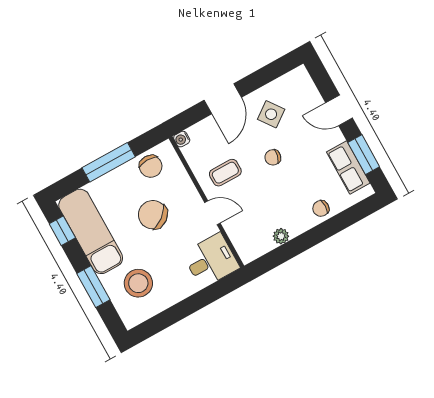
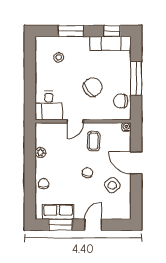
exam couch: (91, 231) -> (110, 43), width x0.73, depth x0.69
stool: (138, 283) -> (59, 57), width x0.53, depth x0.53

